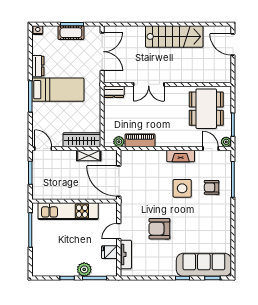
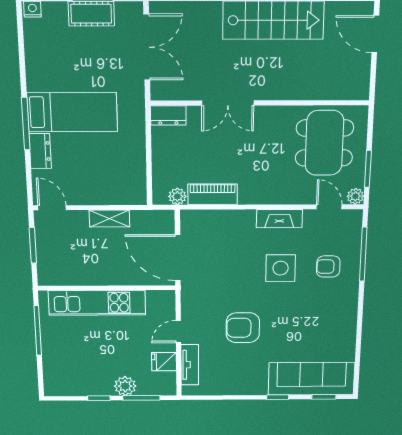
dresser: (38, 66) -> (40, 151), moved
wardrobe: (82, 140) -> (116, 194), removed
shelving: (89, 155) -> (109, 218), moved

